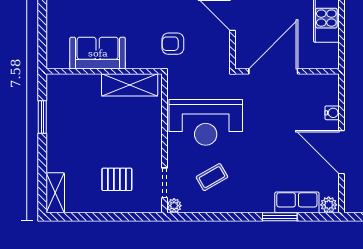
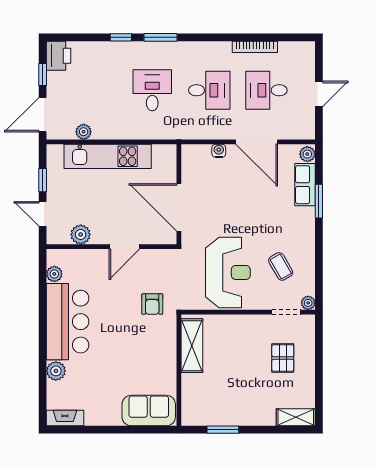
sofa: (98, 53) -> (149, 411), moved, turned 90
door: (341, 152) -> (257, 142), hinge flipped

